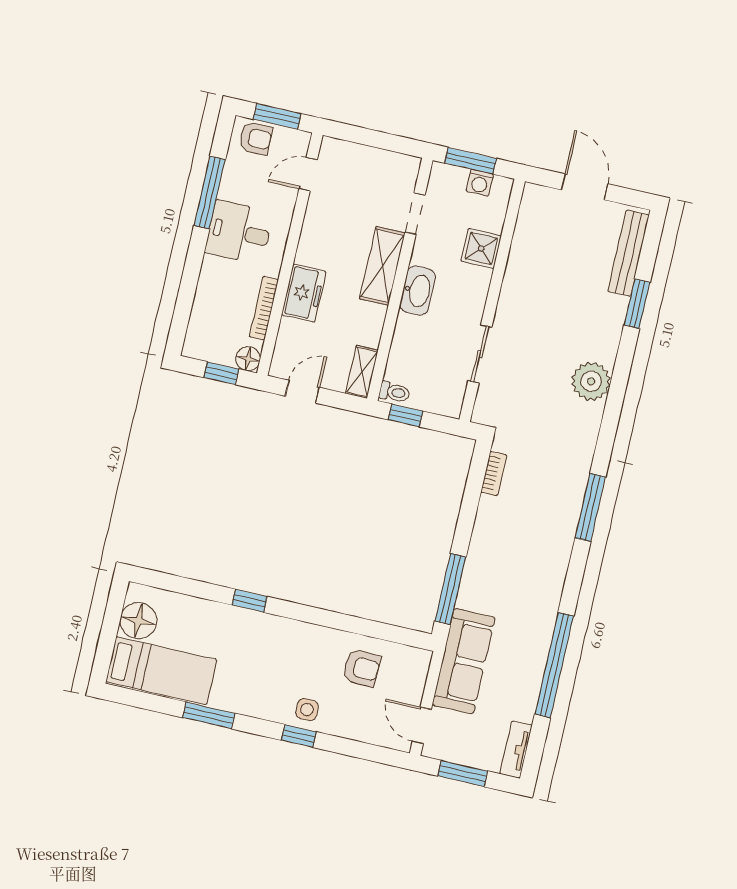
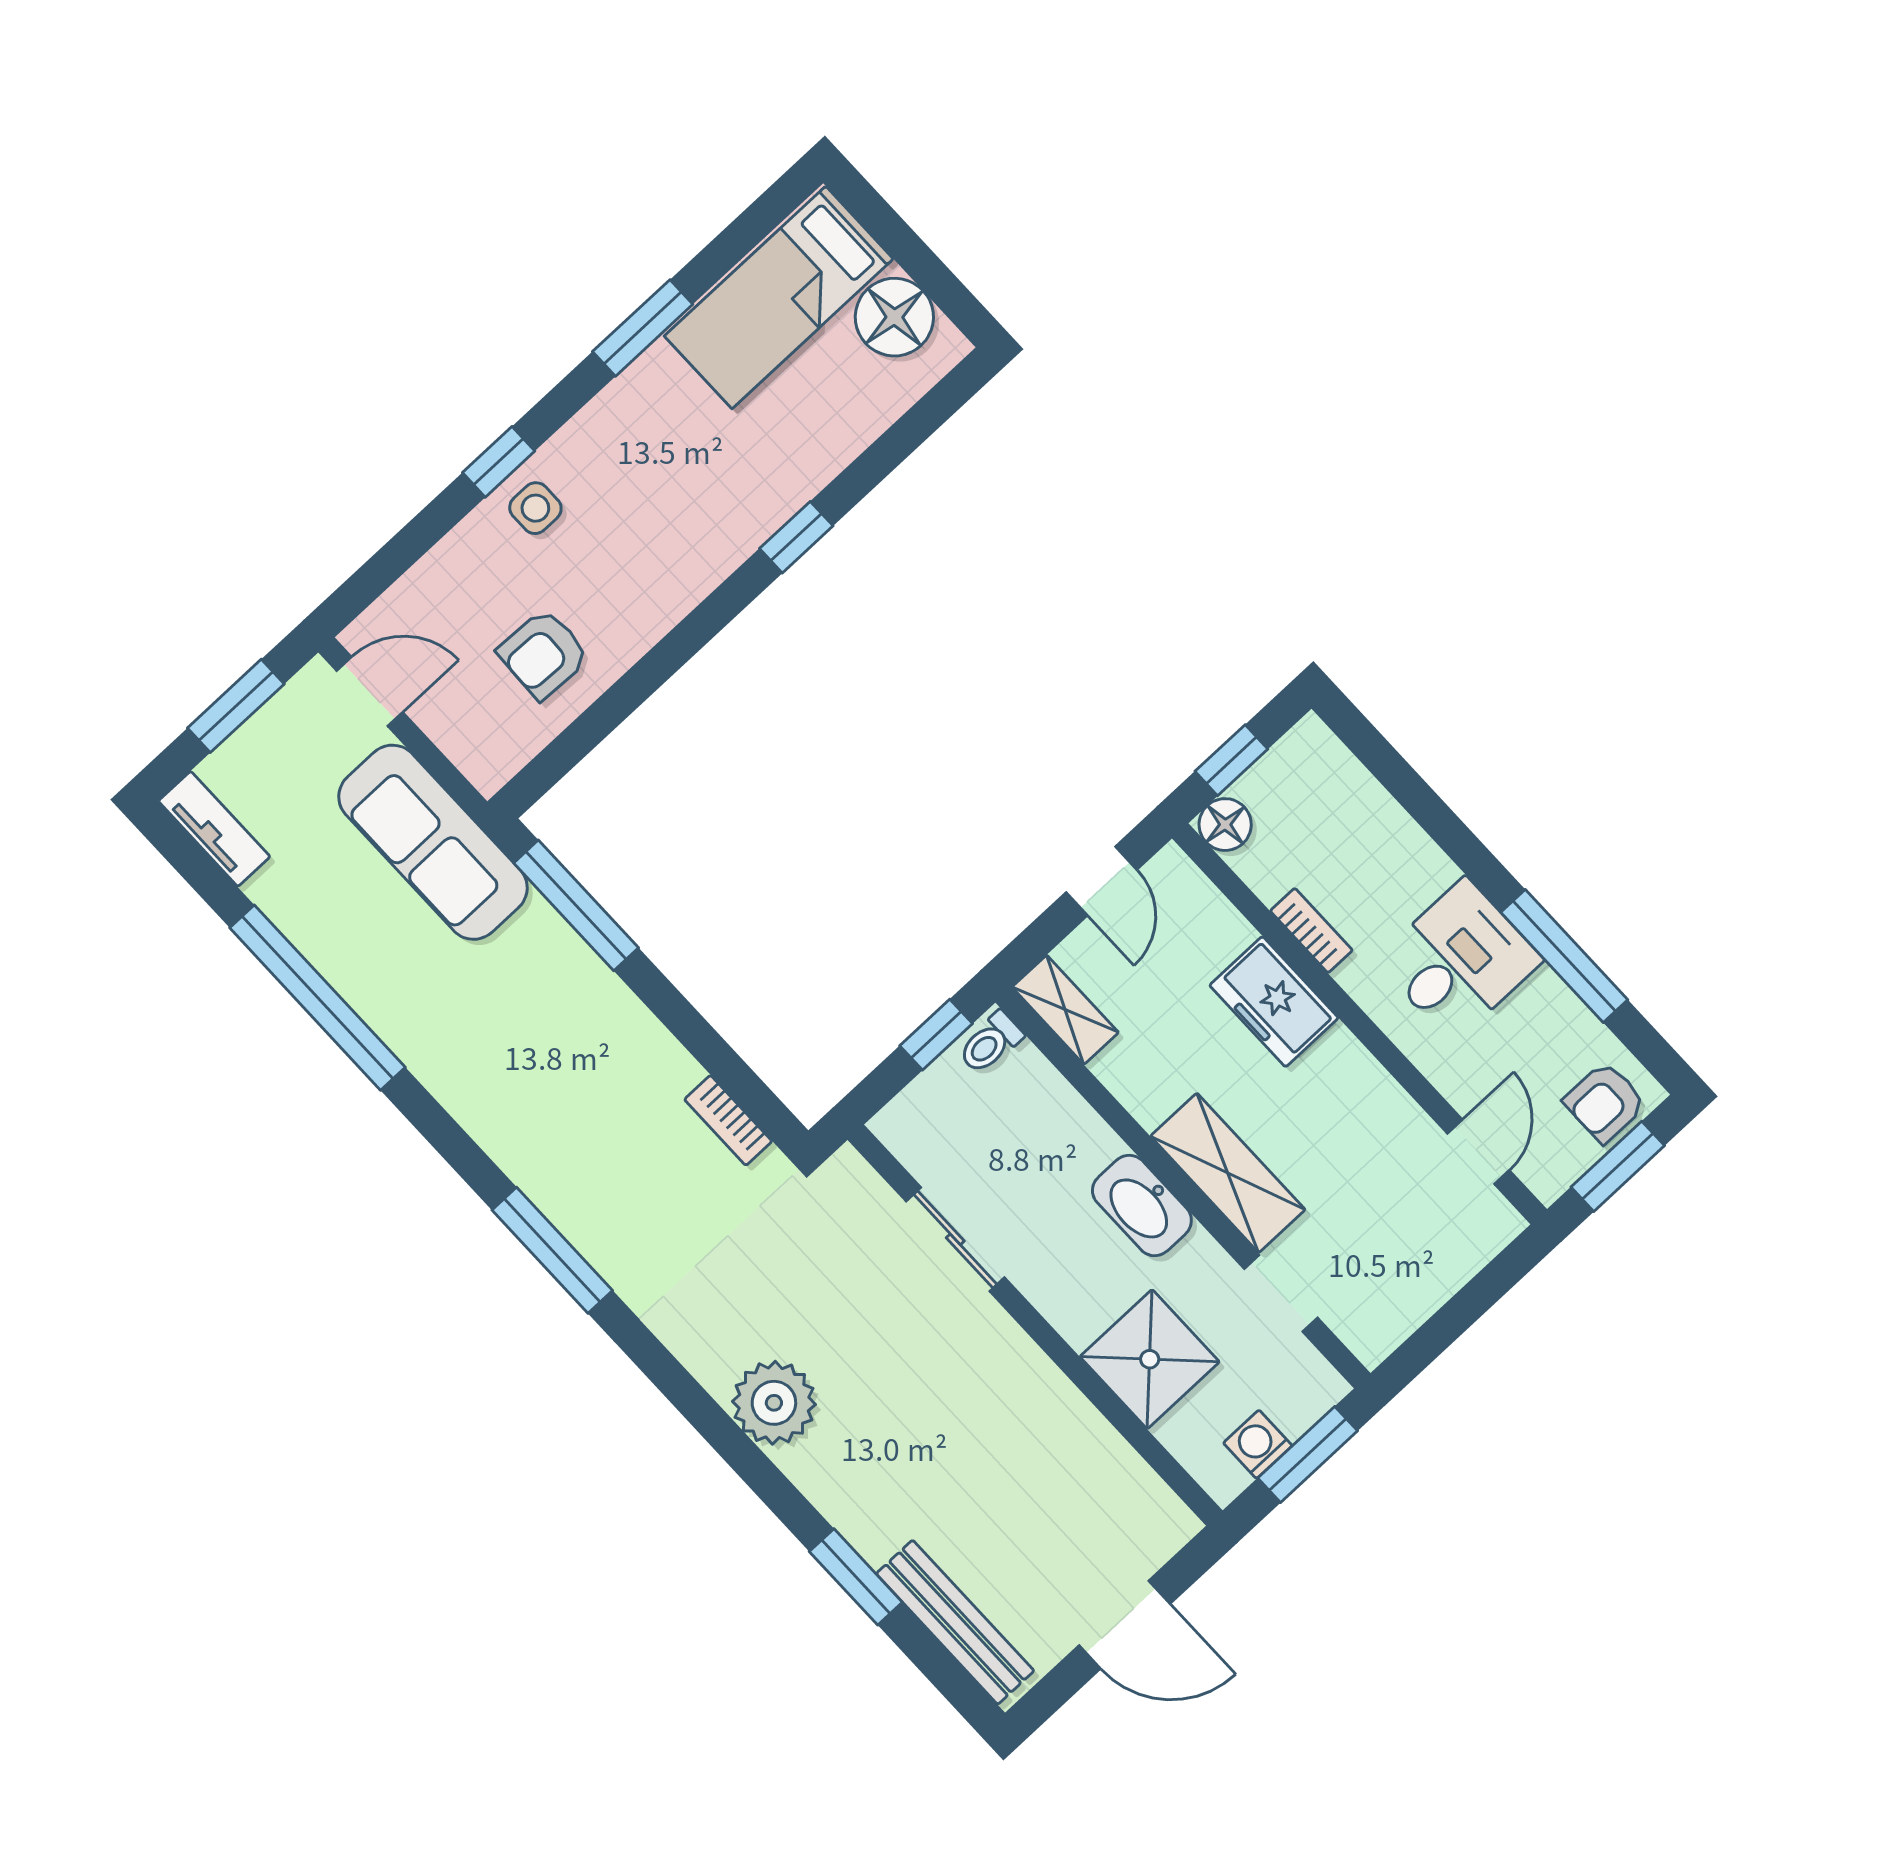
shower: (481, 248) -> (1150, 1359), width x1.36, depth x1.36
bookcase: (264, 308) -> (1311, 931), width x0.64

